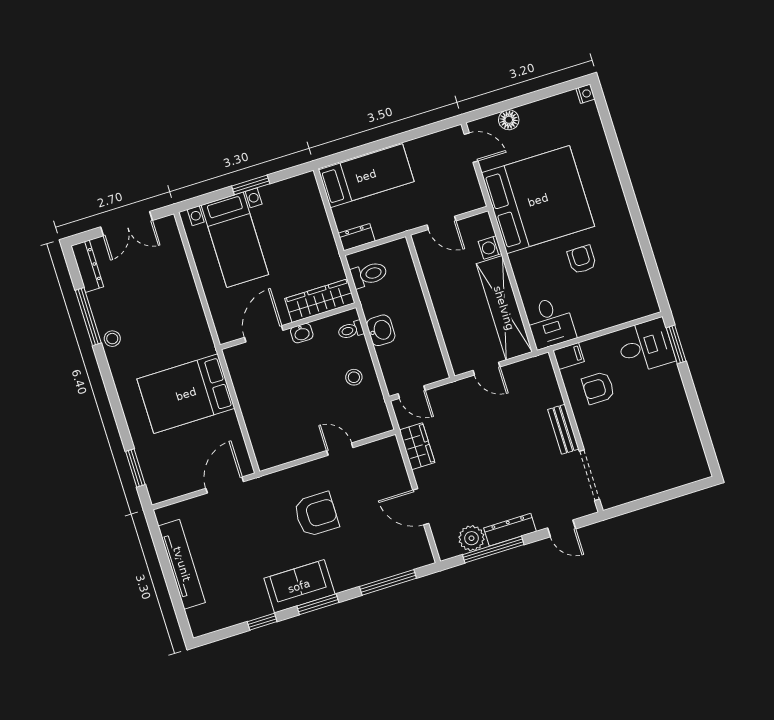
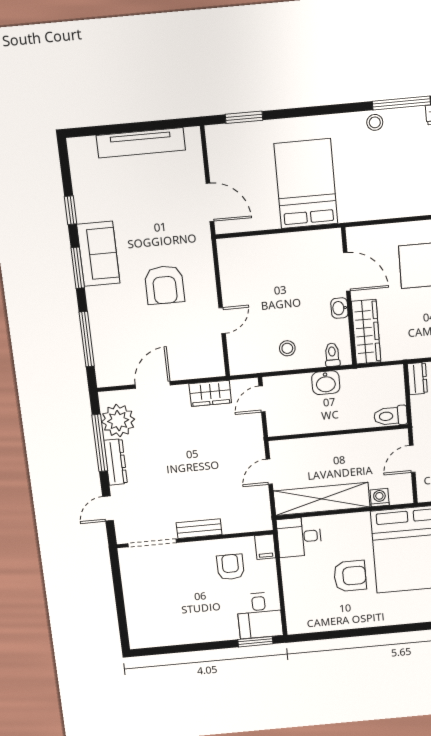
armchair: (582, 259) -> (350, 576), width x1.38, depth x1.38
toilet: (369, 274) -> (391, 416), moved, turned 90
plant: (472, 538) -> (118, 421), width x1.36, depth x1.36

